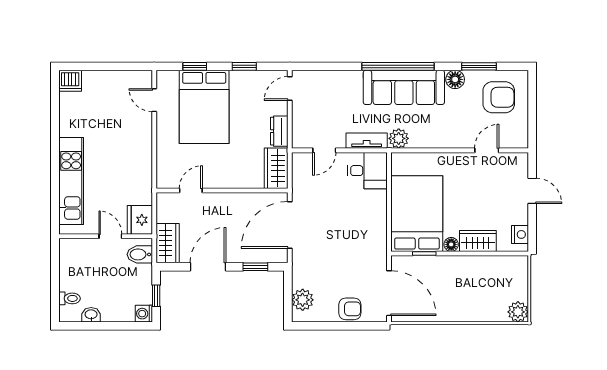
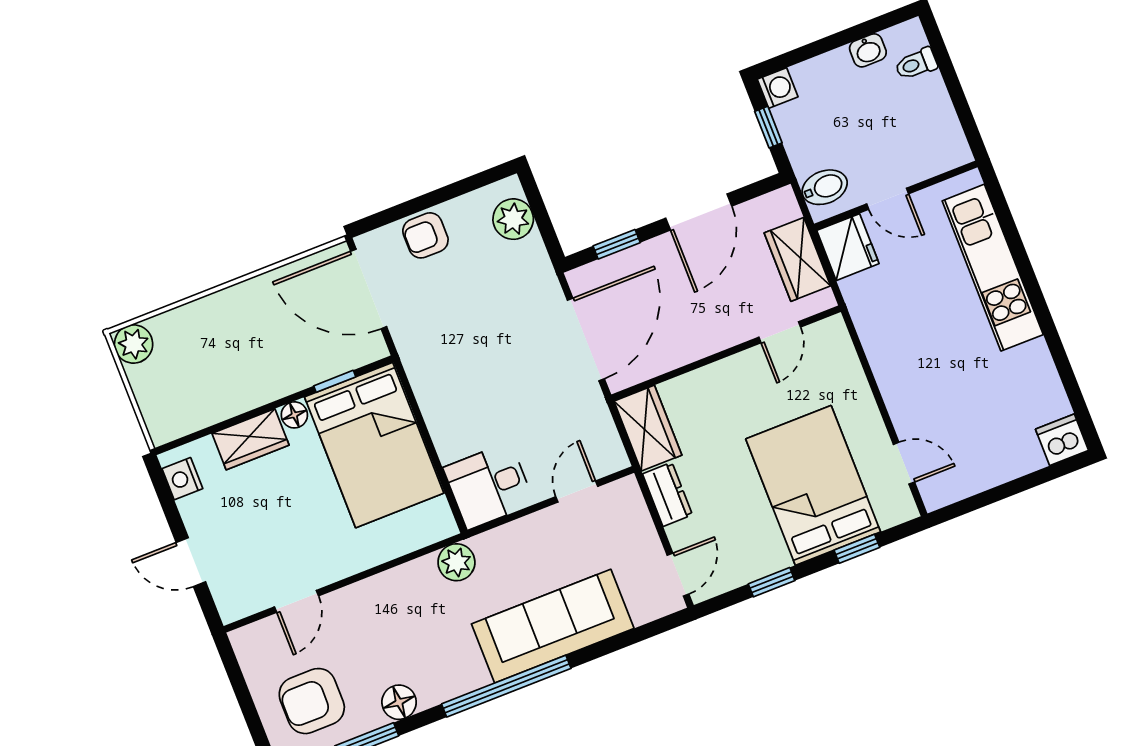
sofa: (404, 87) -> (553, 626), moved
tv unit: (367, 141) -> (510, 537), removed
wardrobe: (168, 243) -> (797, 259), moved

